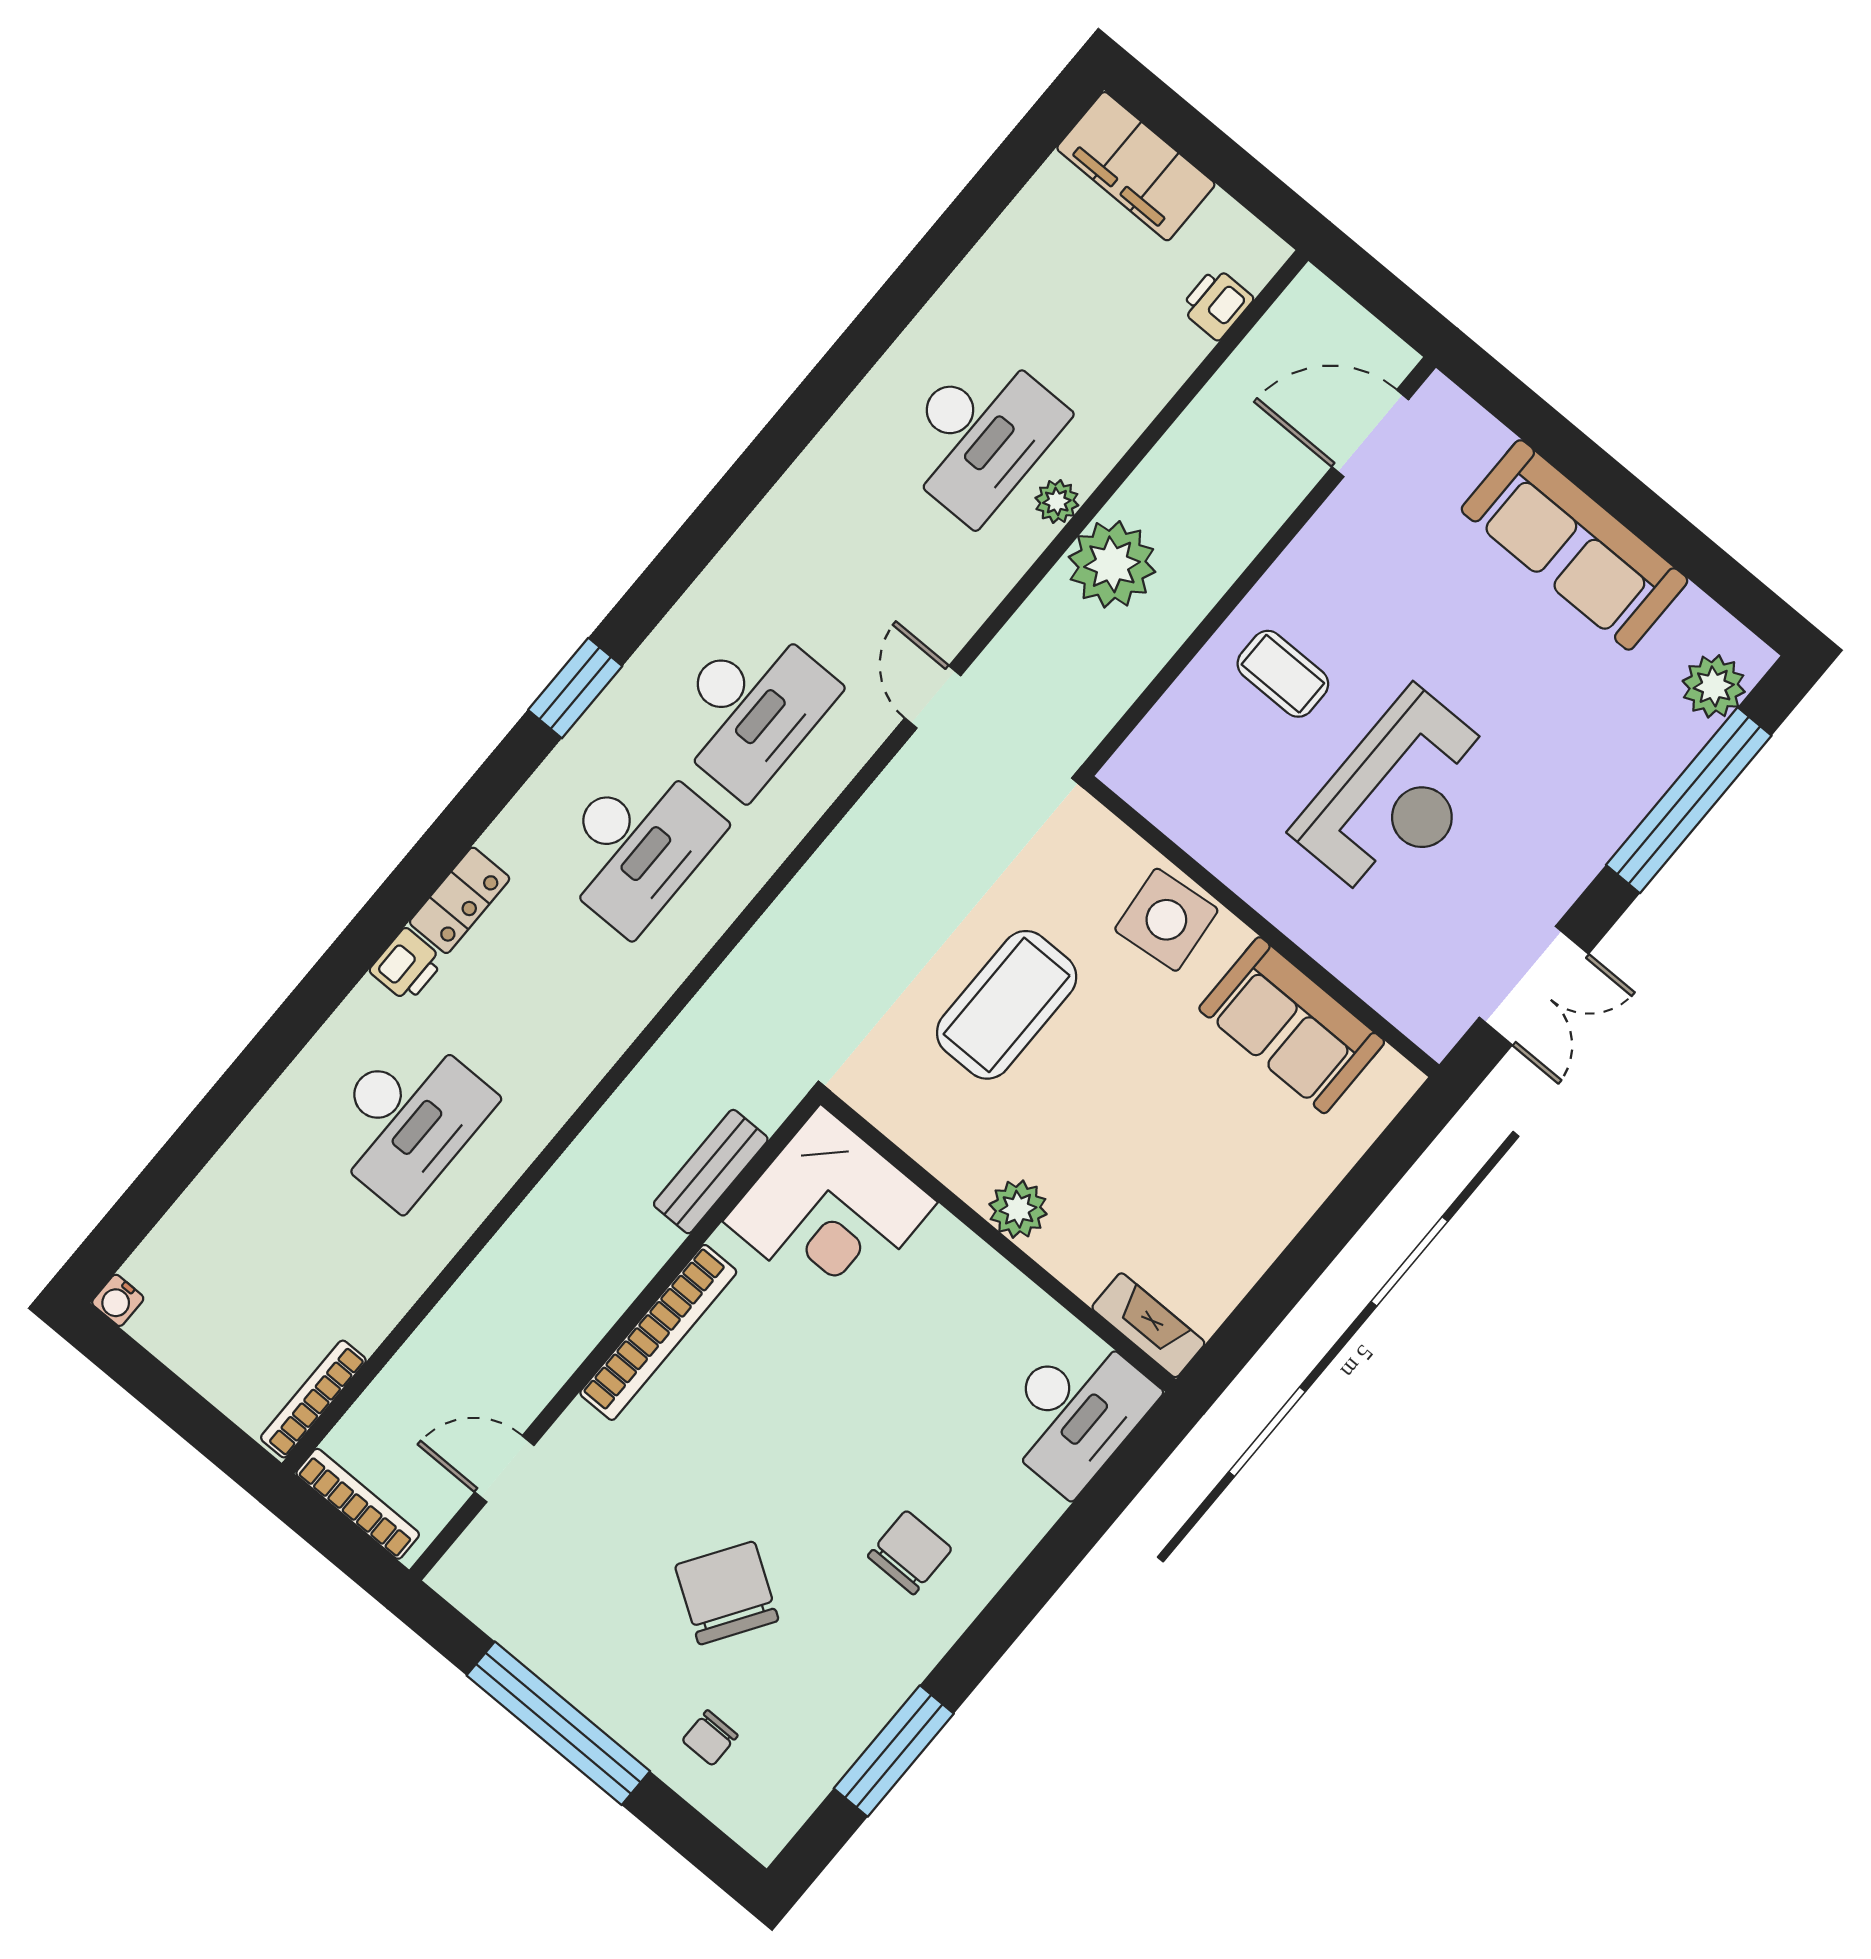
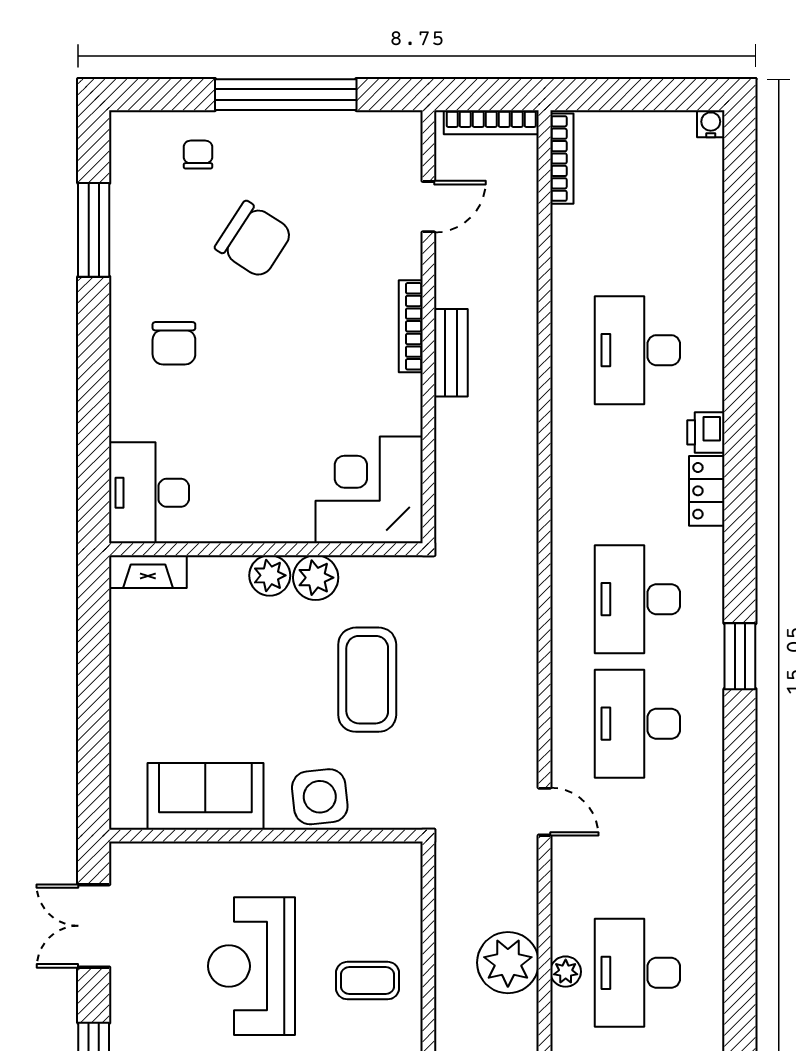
plant: (969, 1164) -> (316, 578), added
bench: (711, 1172) -> (451, 353), moved
bookcase: (658, 1332) -> (411, 326), width x0.68, depth x0.76

